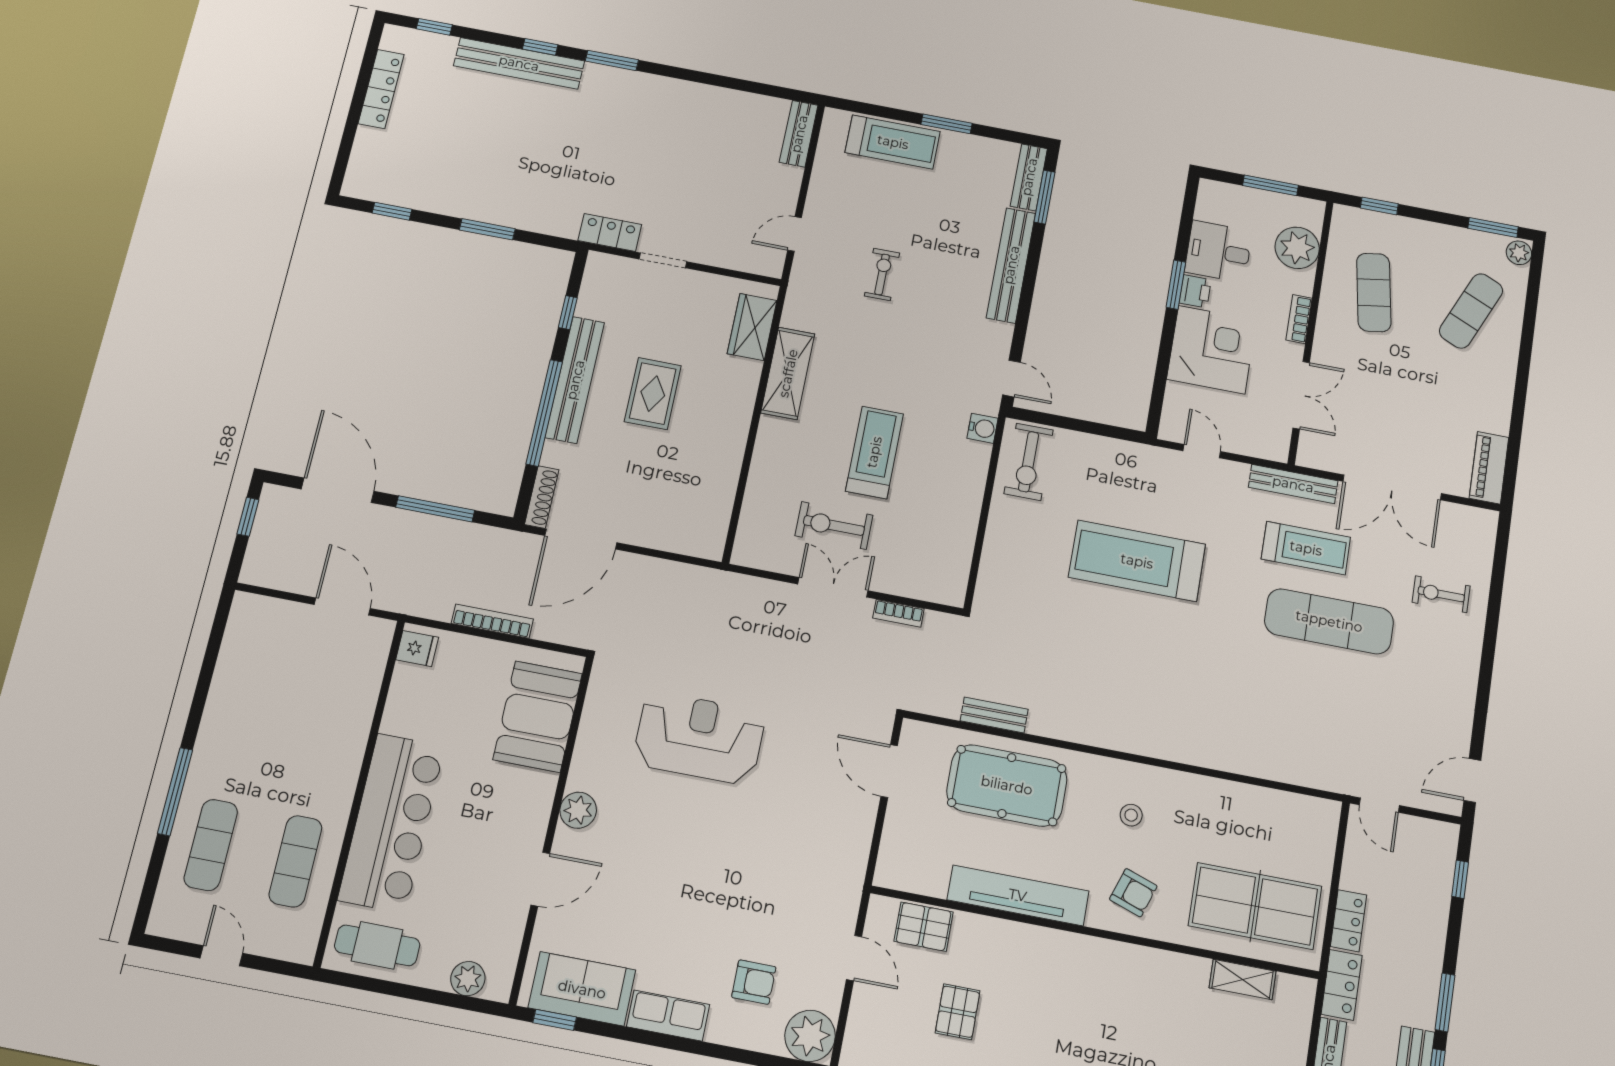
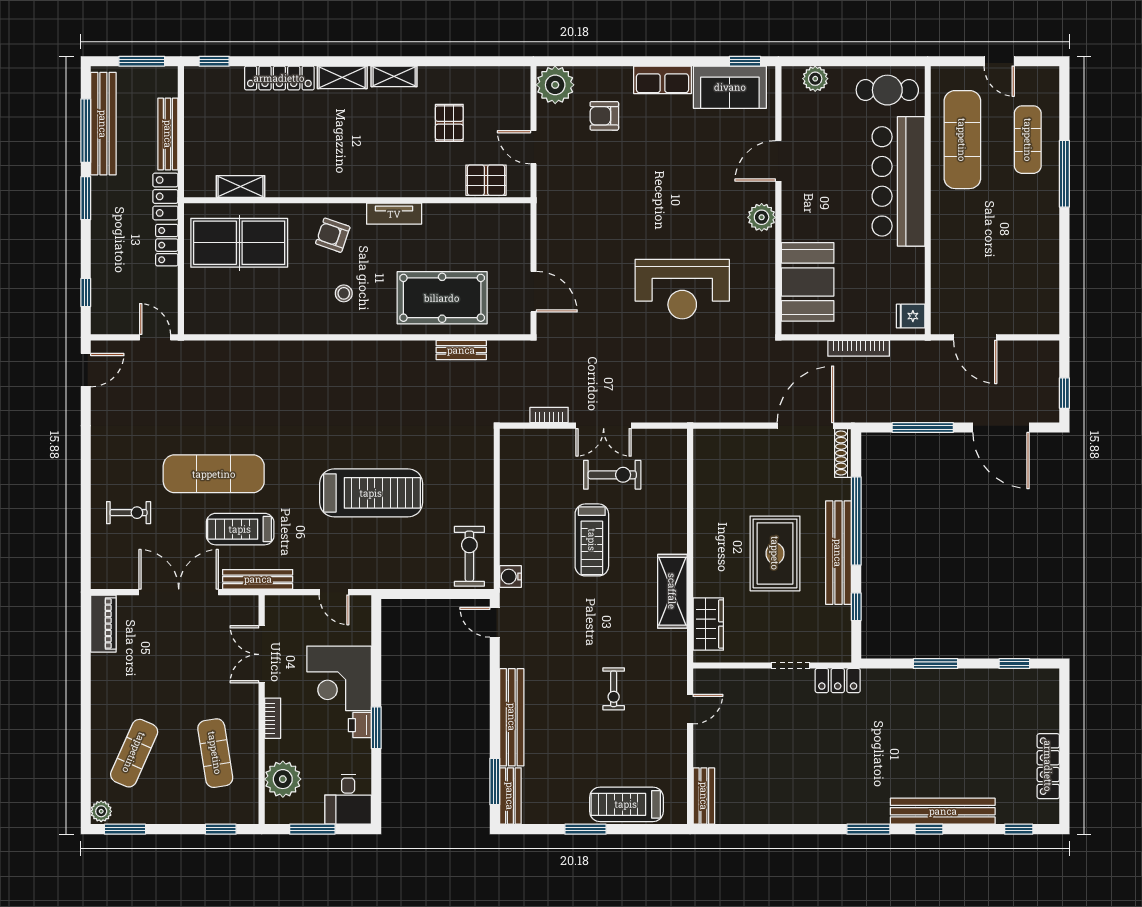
desk: (1218, 252) -> (348, 799), moved, turned 90
rug: (653, 394) -> (775, 553), width x1.36, depth x1.43
exercise mat: (295, 861) -> (962, 140), width x1.36, depth x1.45
tv unit: (1018, 895) -> (394, 214), width x0.52, depth x0.78

